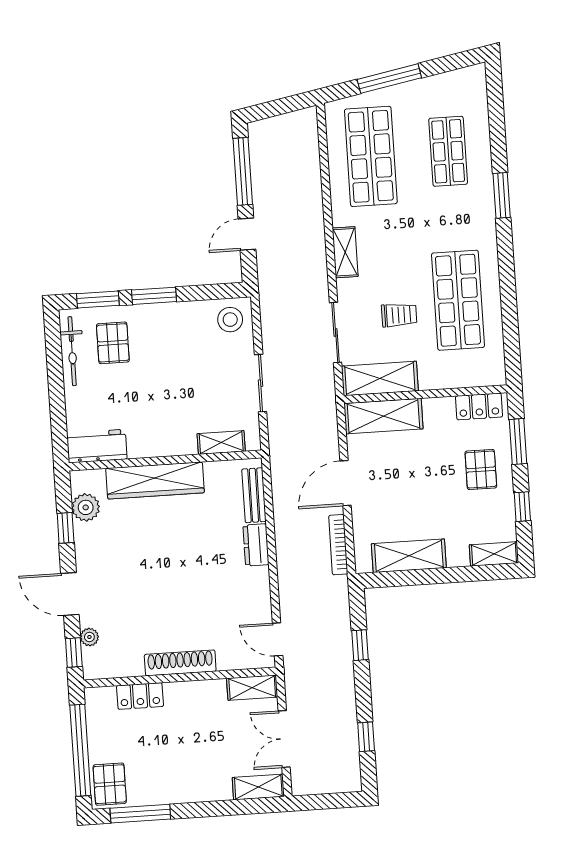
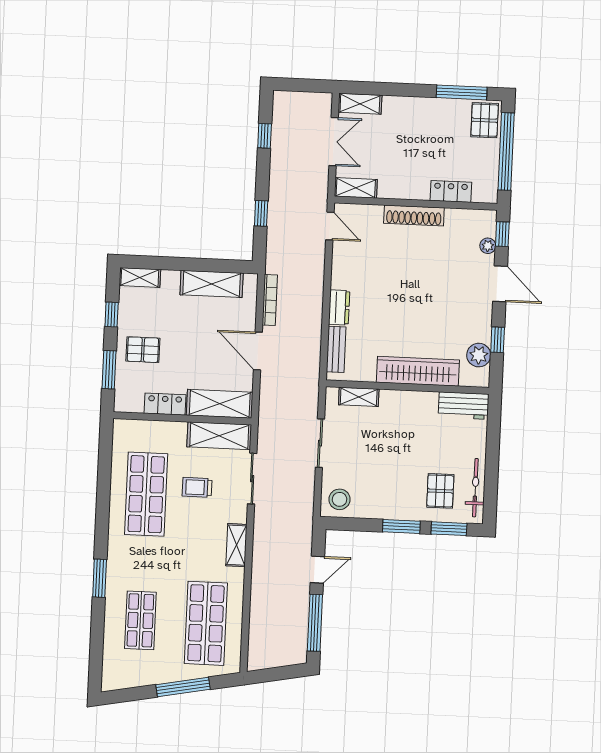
locker: (479, 406) -> (165, 404), moved
pallet: (481, 470) -> (143, 350), turned 90
door: (346, 483) -> (258, 351), swing flipped

